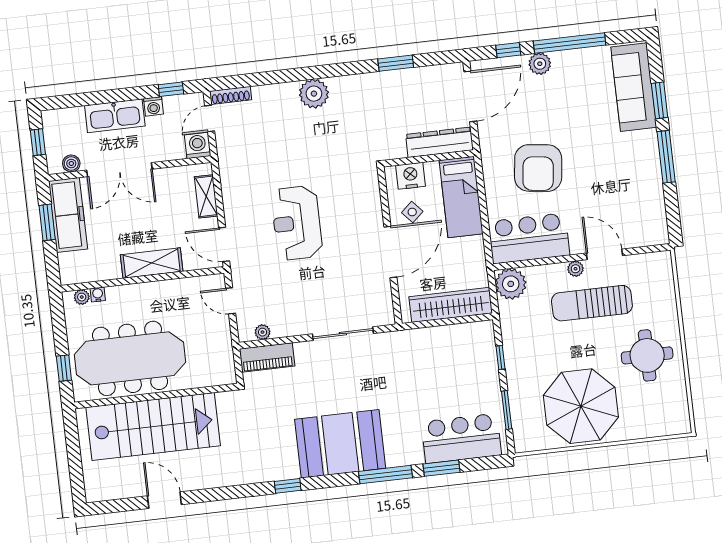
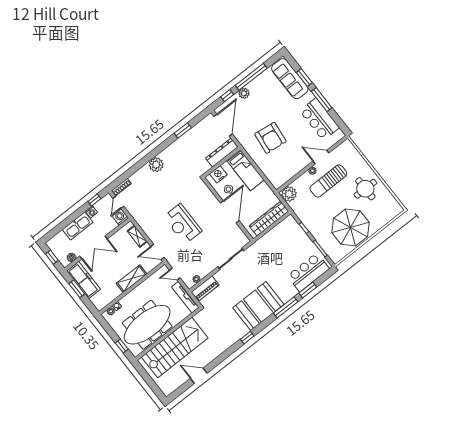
bar counter: (529, 238) -> (320, 119), moved, turned -90
tv unit: (224, 351) -> (185, 297), added

